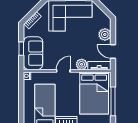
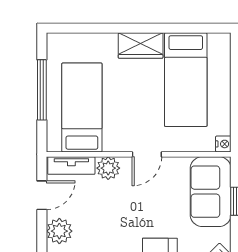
door: (113, 51) -> (42, 195), hinge flipped
bed: (94, 93) -> (82, 107), width x0.67

